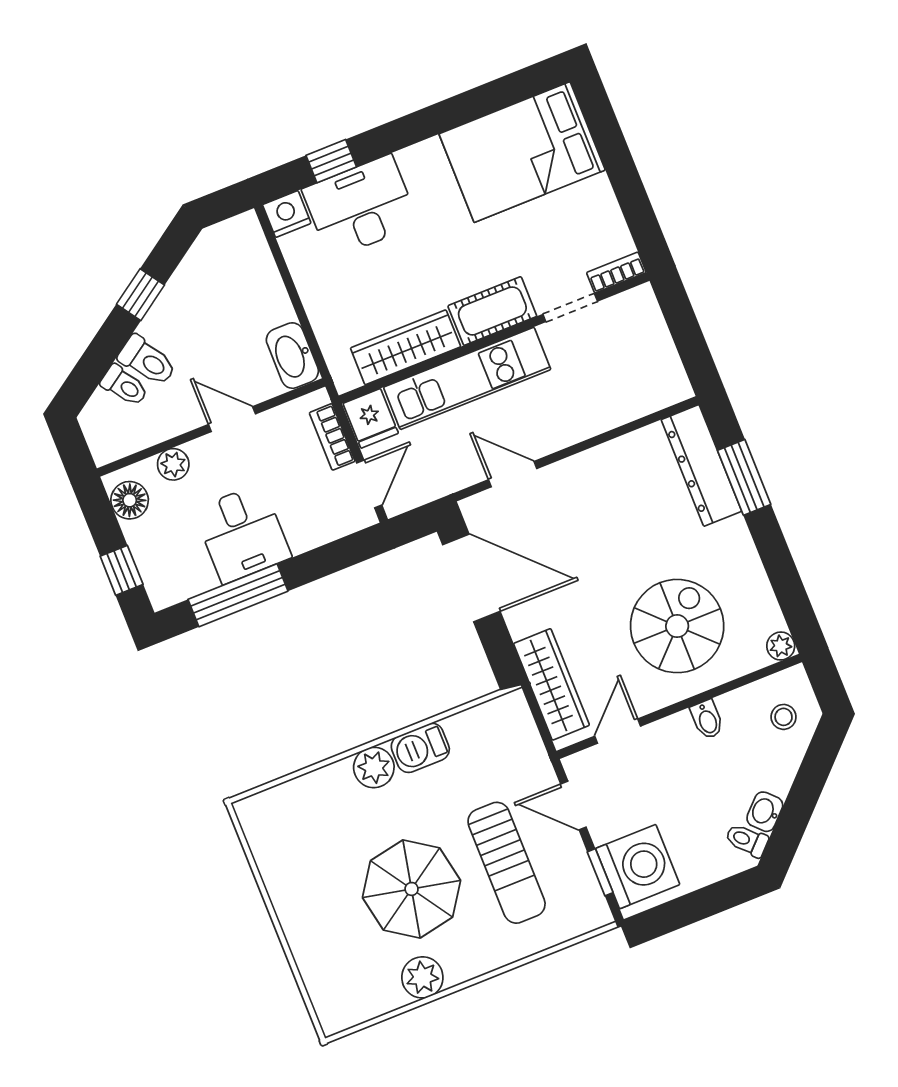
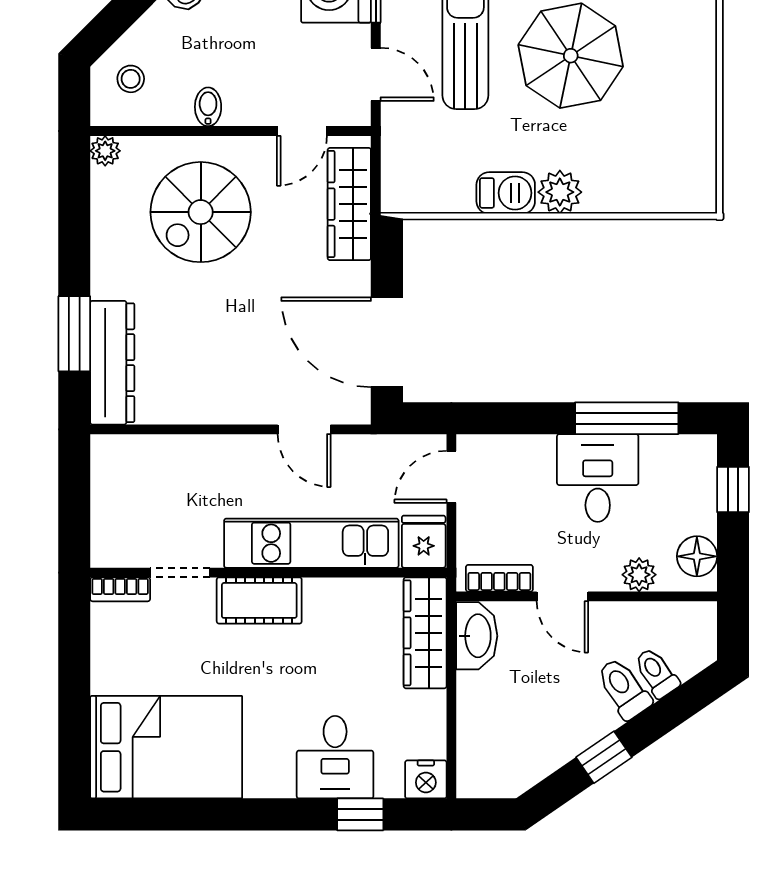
desk: (360, 207) -> (335, 757), width x0.73
wardrobe: (406, 347) -> (425, 633), moved, turned 90
bookcase: (332, 437) -> (499, 578), moved, turned -90

